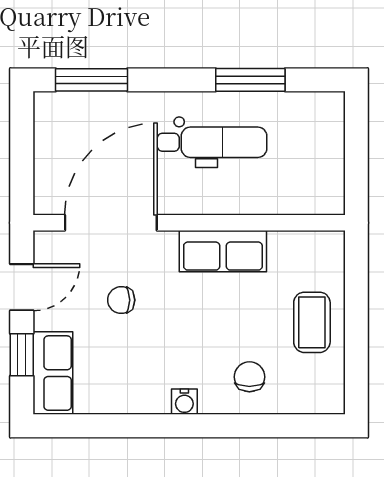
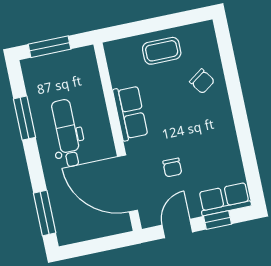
window: (356, 144) -> (50, 47), added
door: (22, 287) -> (177, 229), hinge flipped
chair: (249, 377) -> (202, 81), turned -125
water cooler: (184, 402) -> (225, 117), removed

